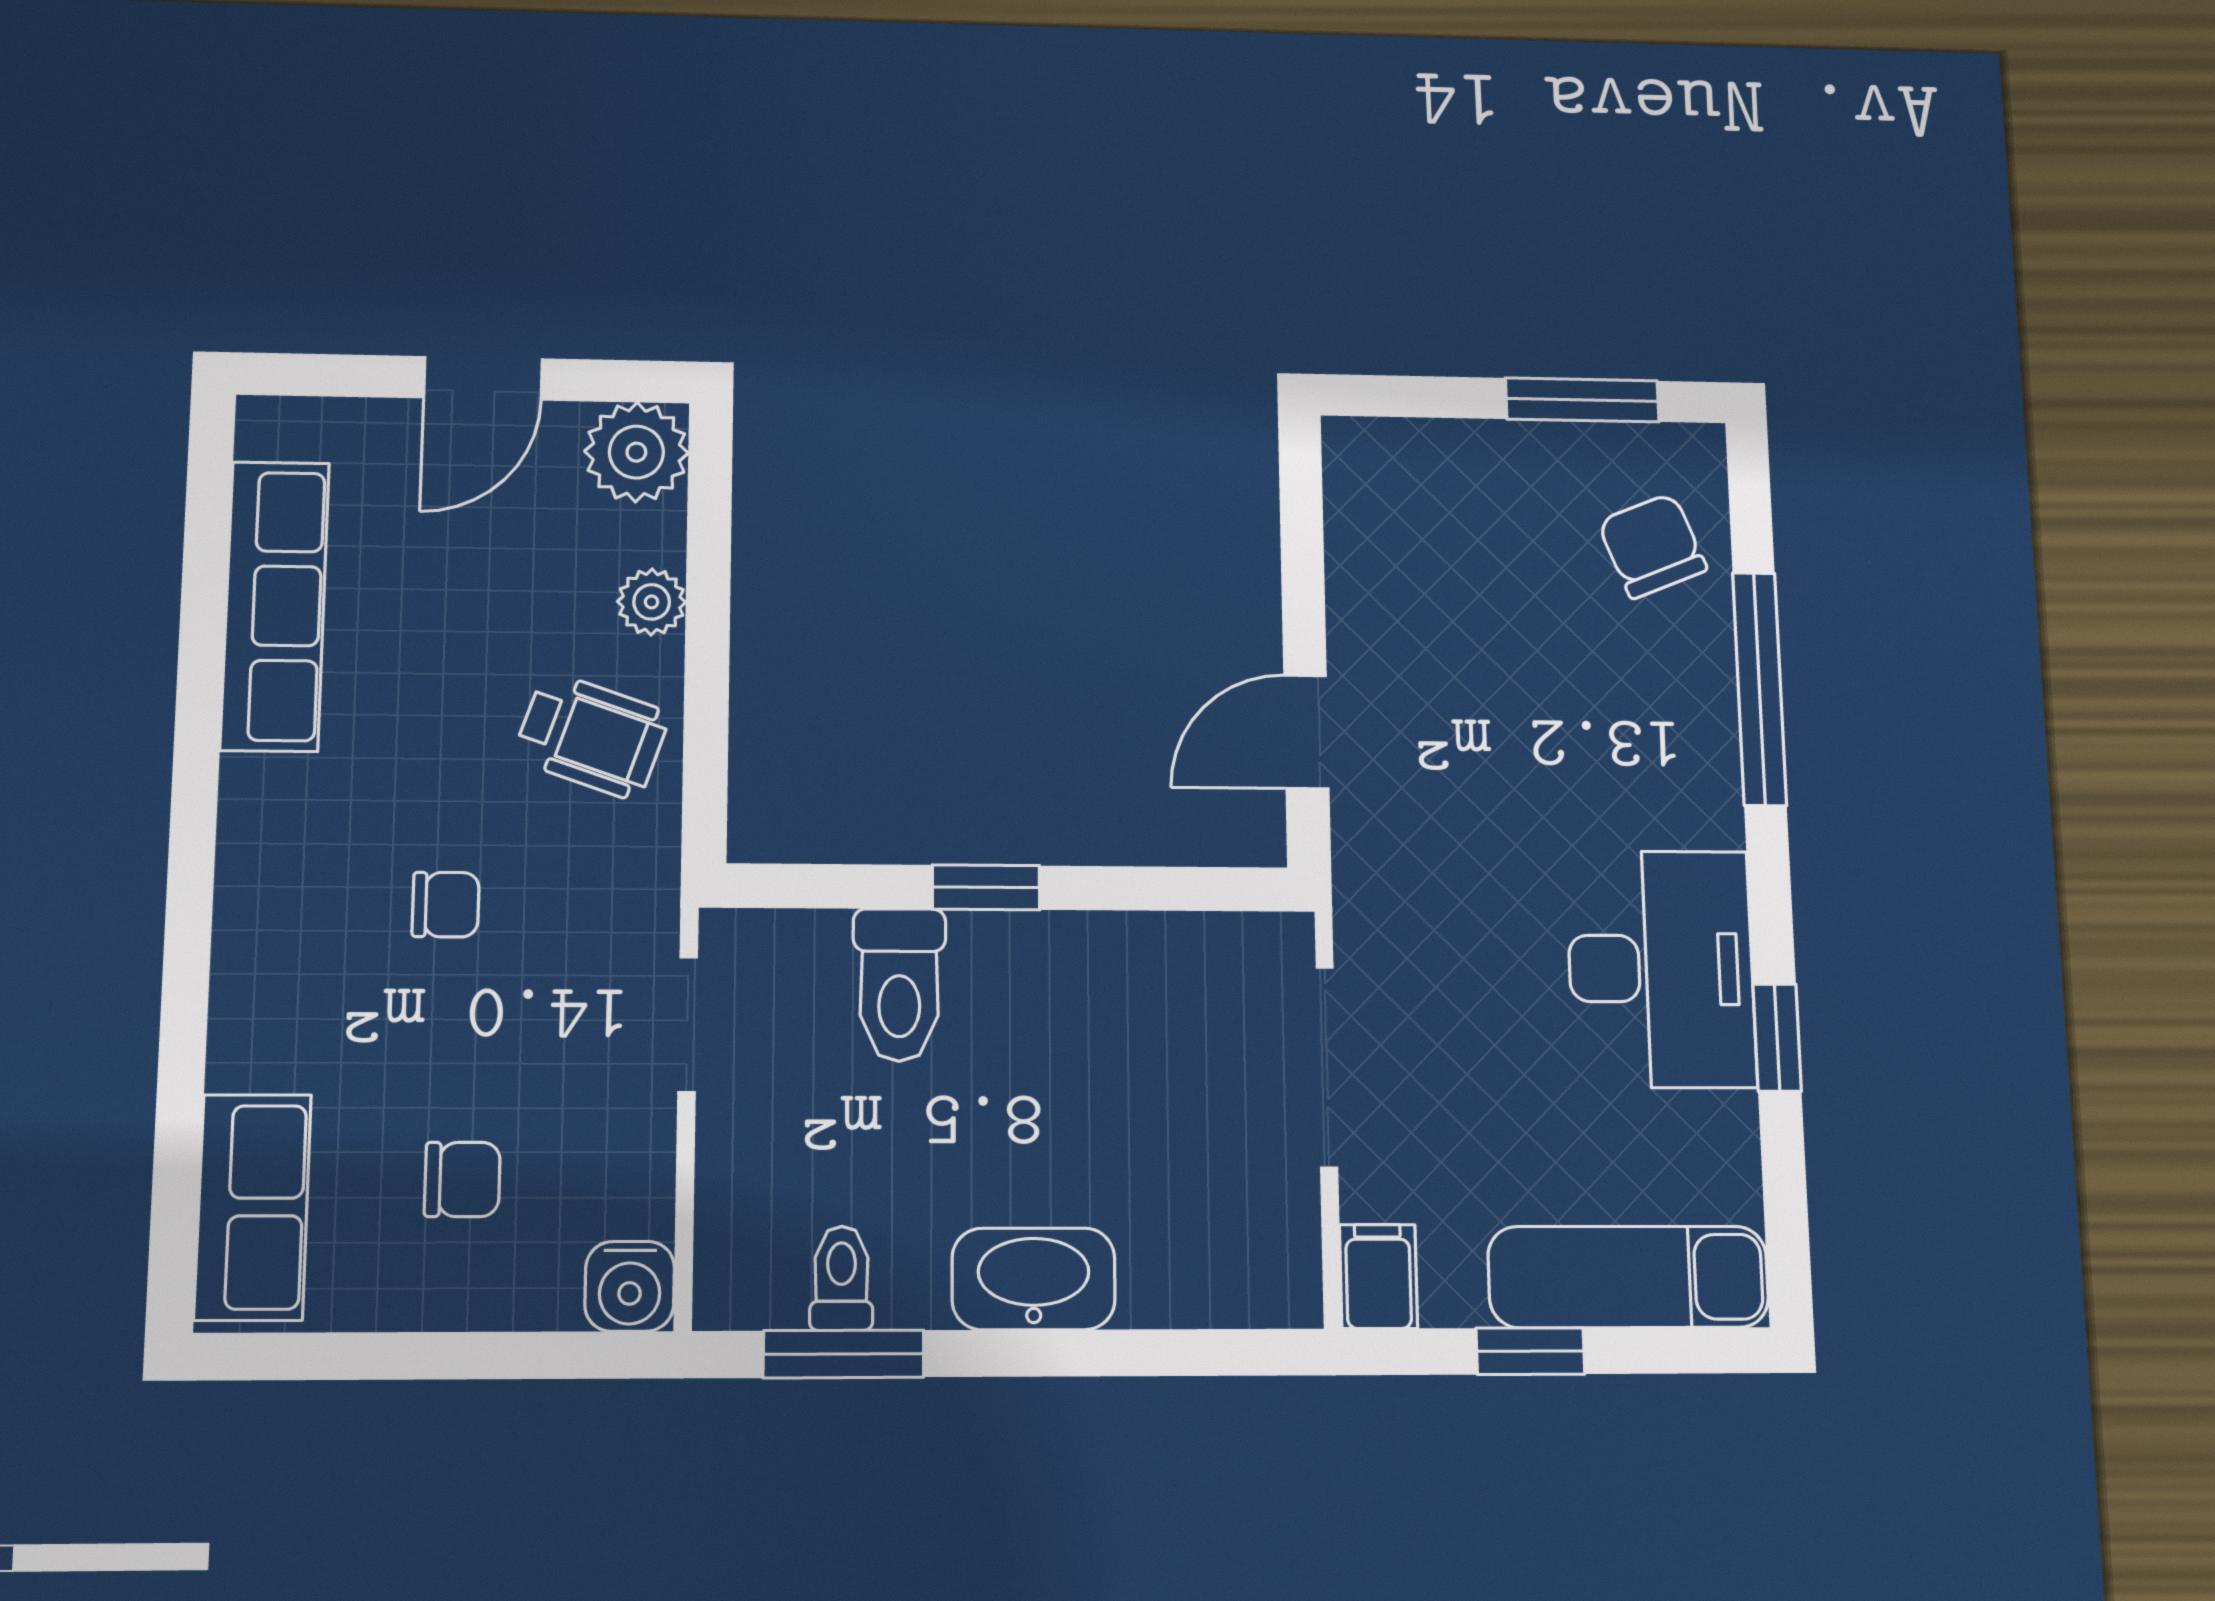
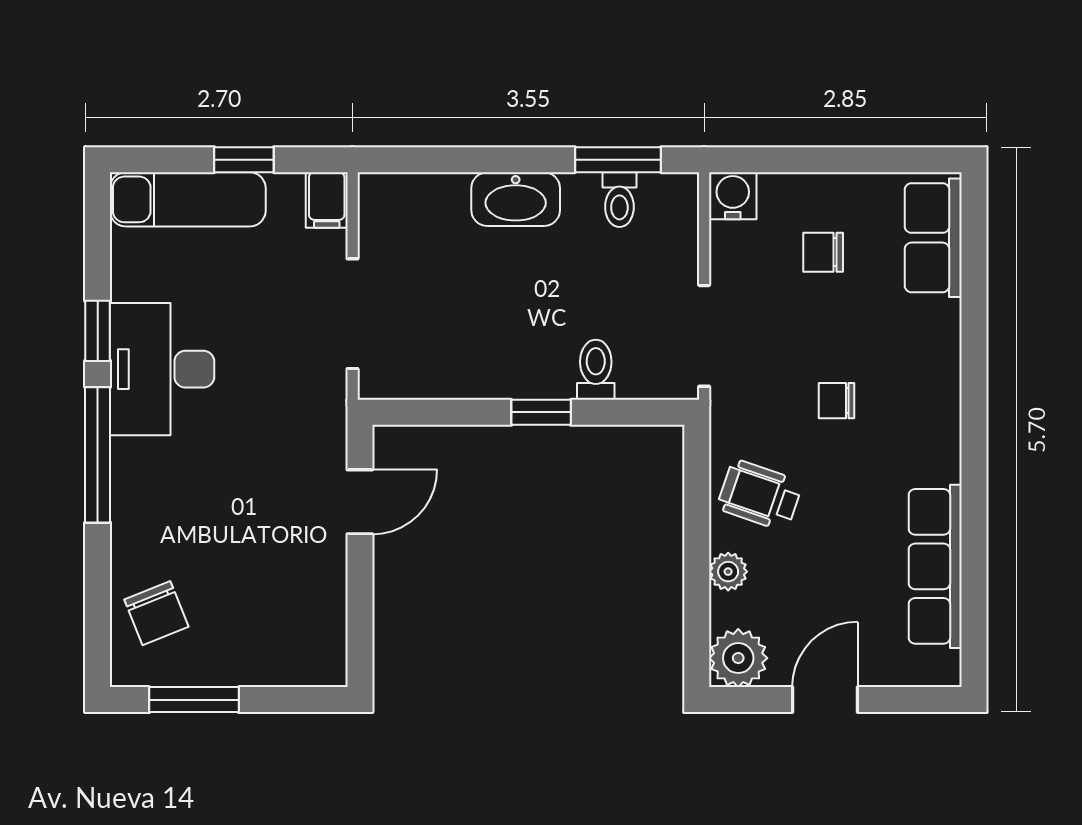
window: (1759, 689) -> (98, 455), moved
toilet: (899, 985) -> (596, 370), width x0.73, depth x0.72
doorway: (688, 1025) -> (704, 336), width x1.38

